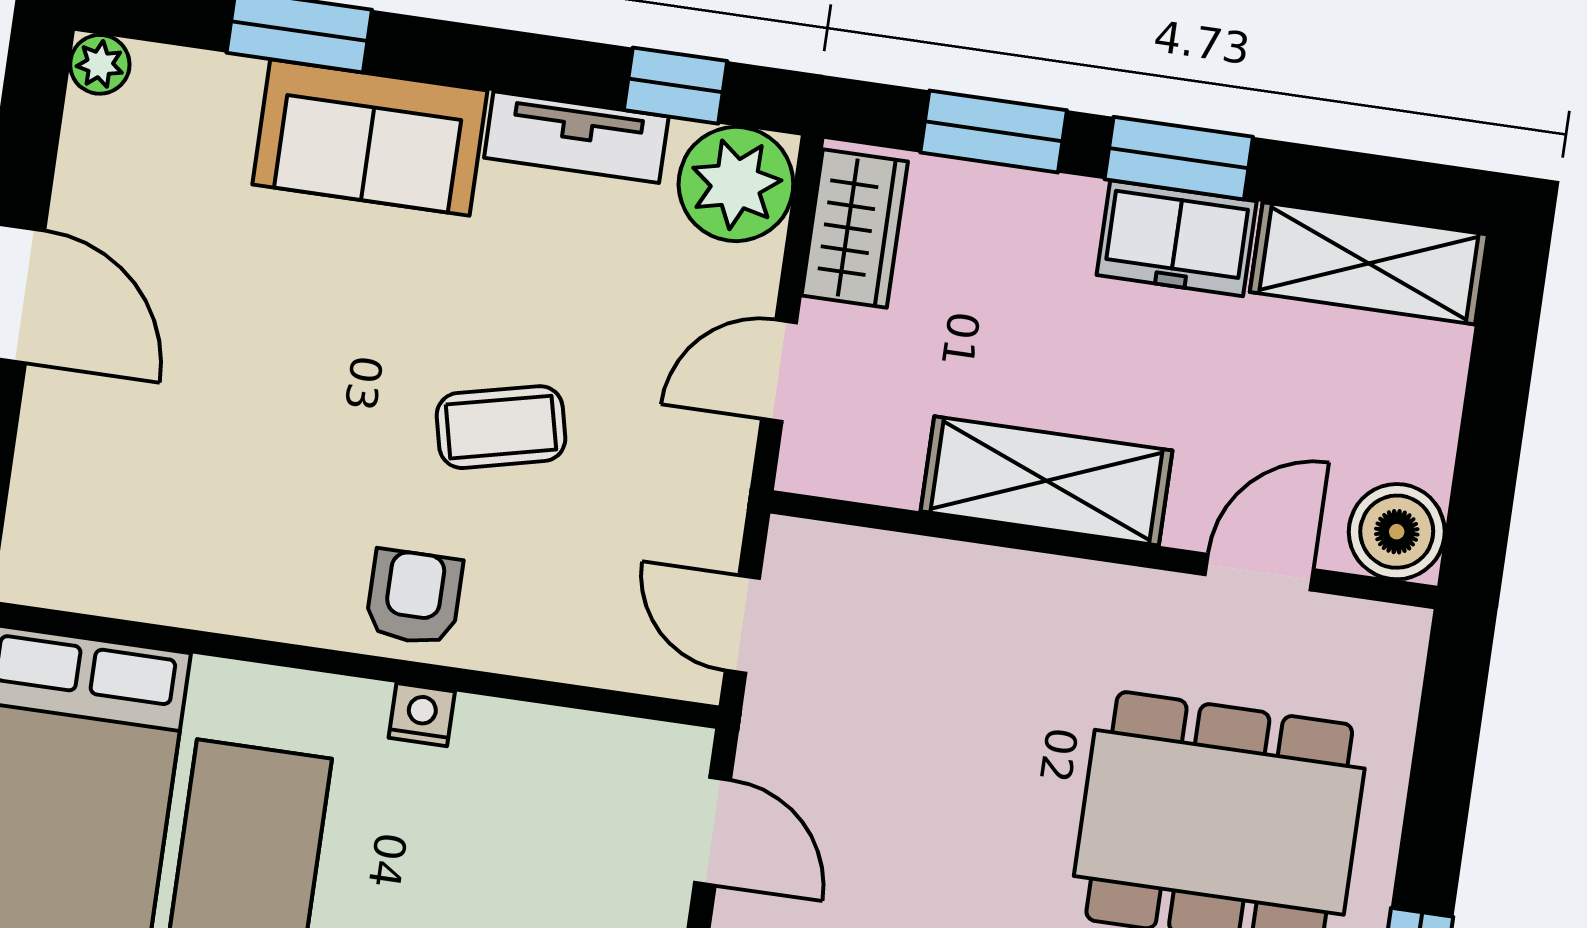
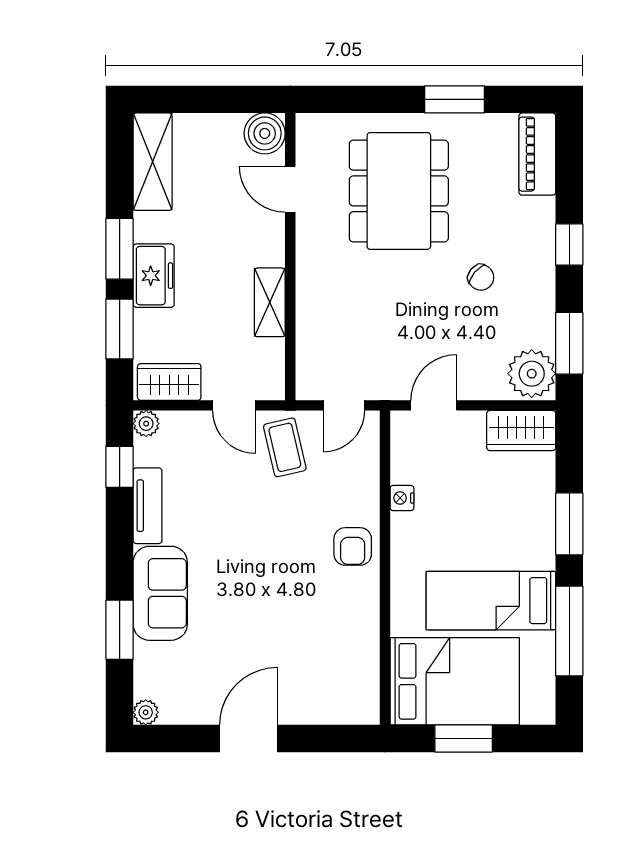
plant: (736, 184) -> (146, 424), width x0.53, depth x0.53
freezer: (1177, 238) -> (154, 276), moved
coffee table: (501, 427) -> (285, 447), moved
shelving: (1046, 481) -> (270, 302), width x0.67, depth x0.75
armchair: (414, 597) -> (353, 546), turned -90
nightstand: (422, 715) -> (402, 498), moved

